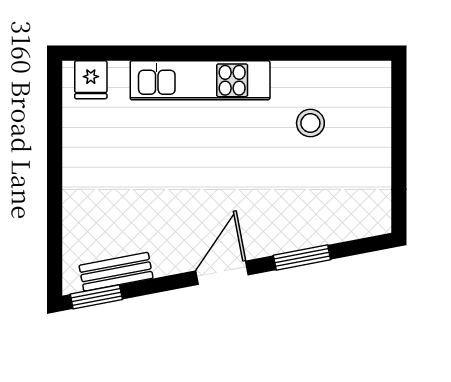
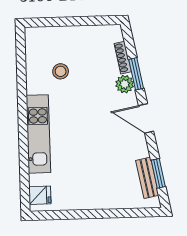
shoe rack: (332, 235) -> (123, 58), added
plant: (284, 237) -> (125, 84), added
window: (96, 297) -> (158, 173), moved

